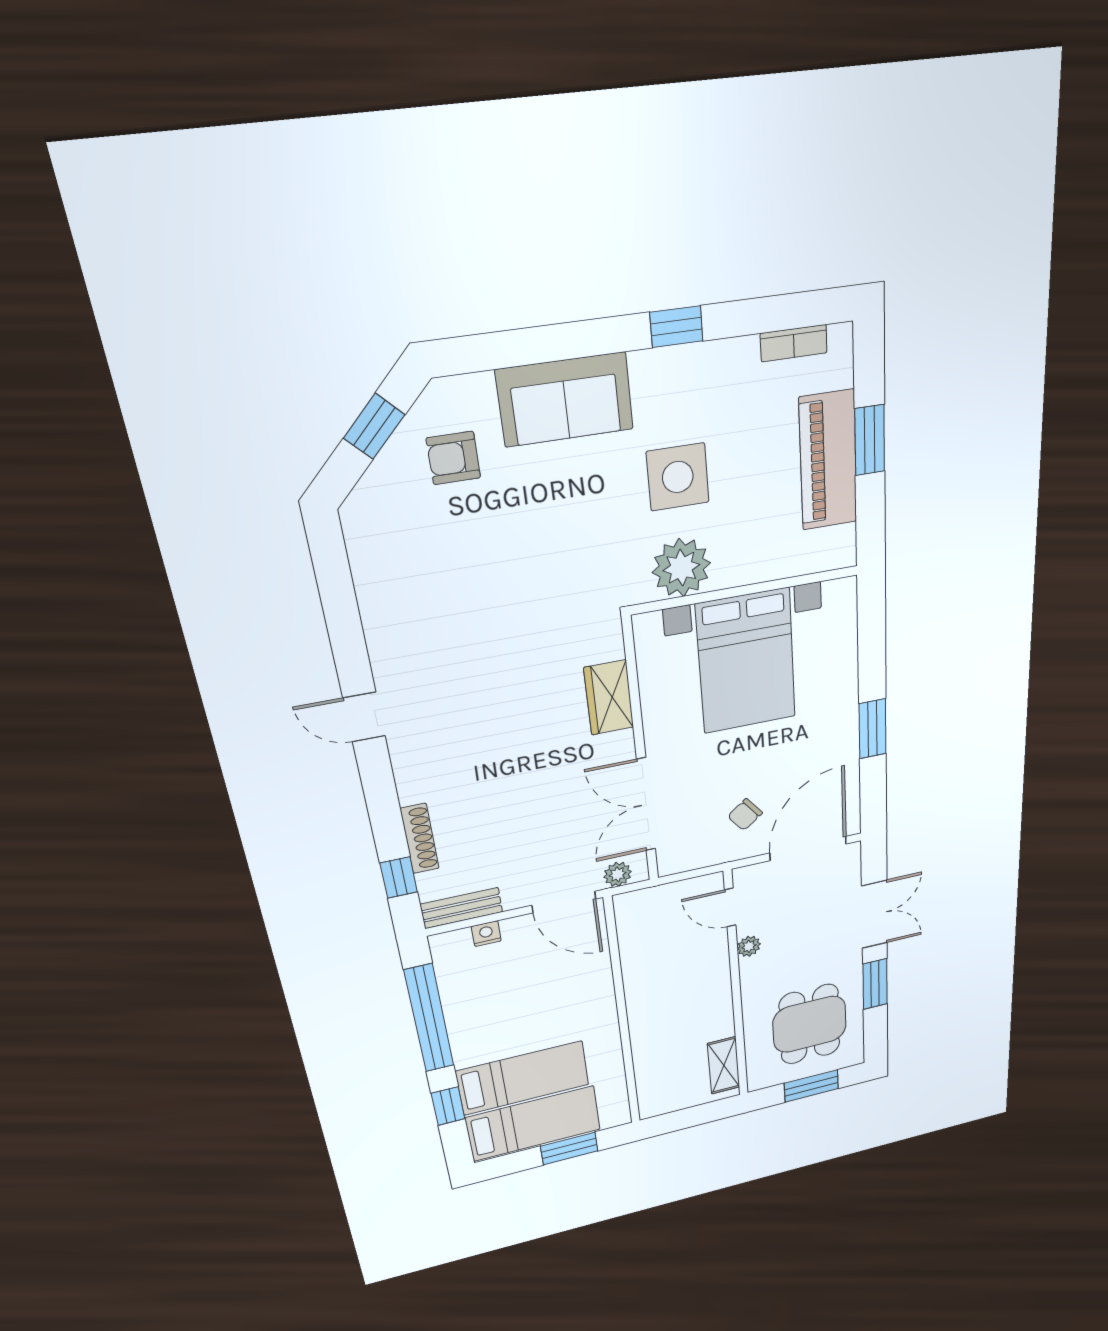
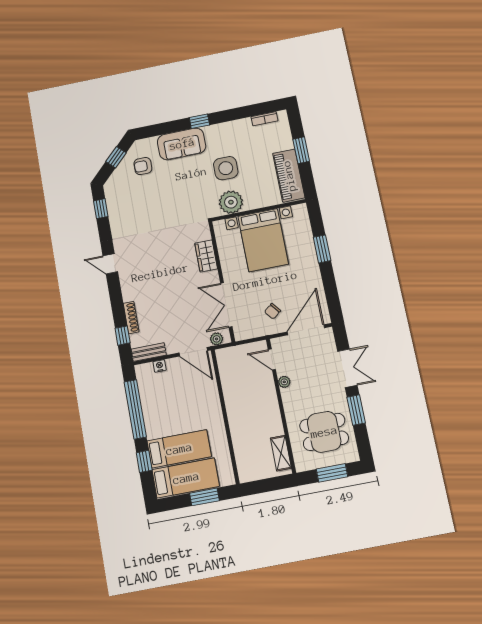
window: (676, 327) -> (199, 121), moved
piano: (828, 461) -> (289, 176), moved
window: (333, 574) -> (101, 209), added
window: (873, 729) -> (322, 249), moved
dining table: (810, 1024) -> (324, 432), turned 90

